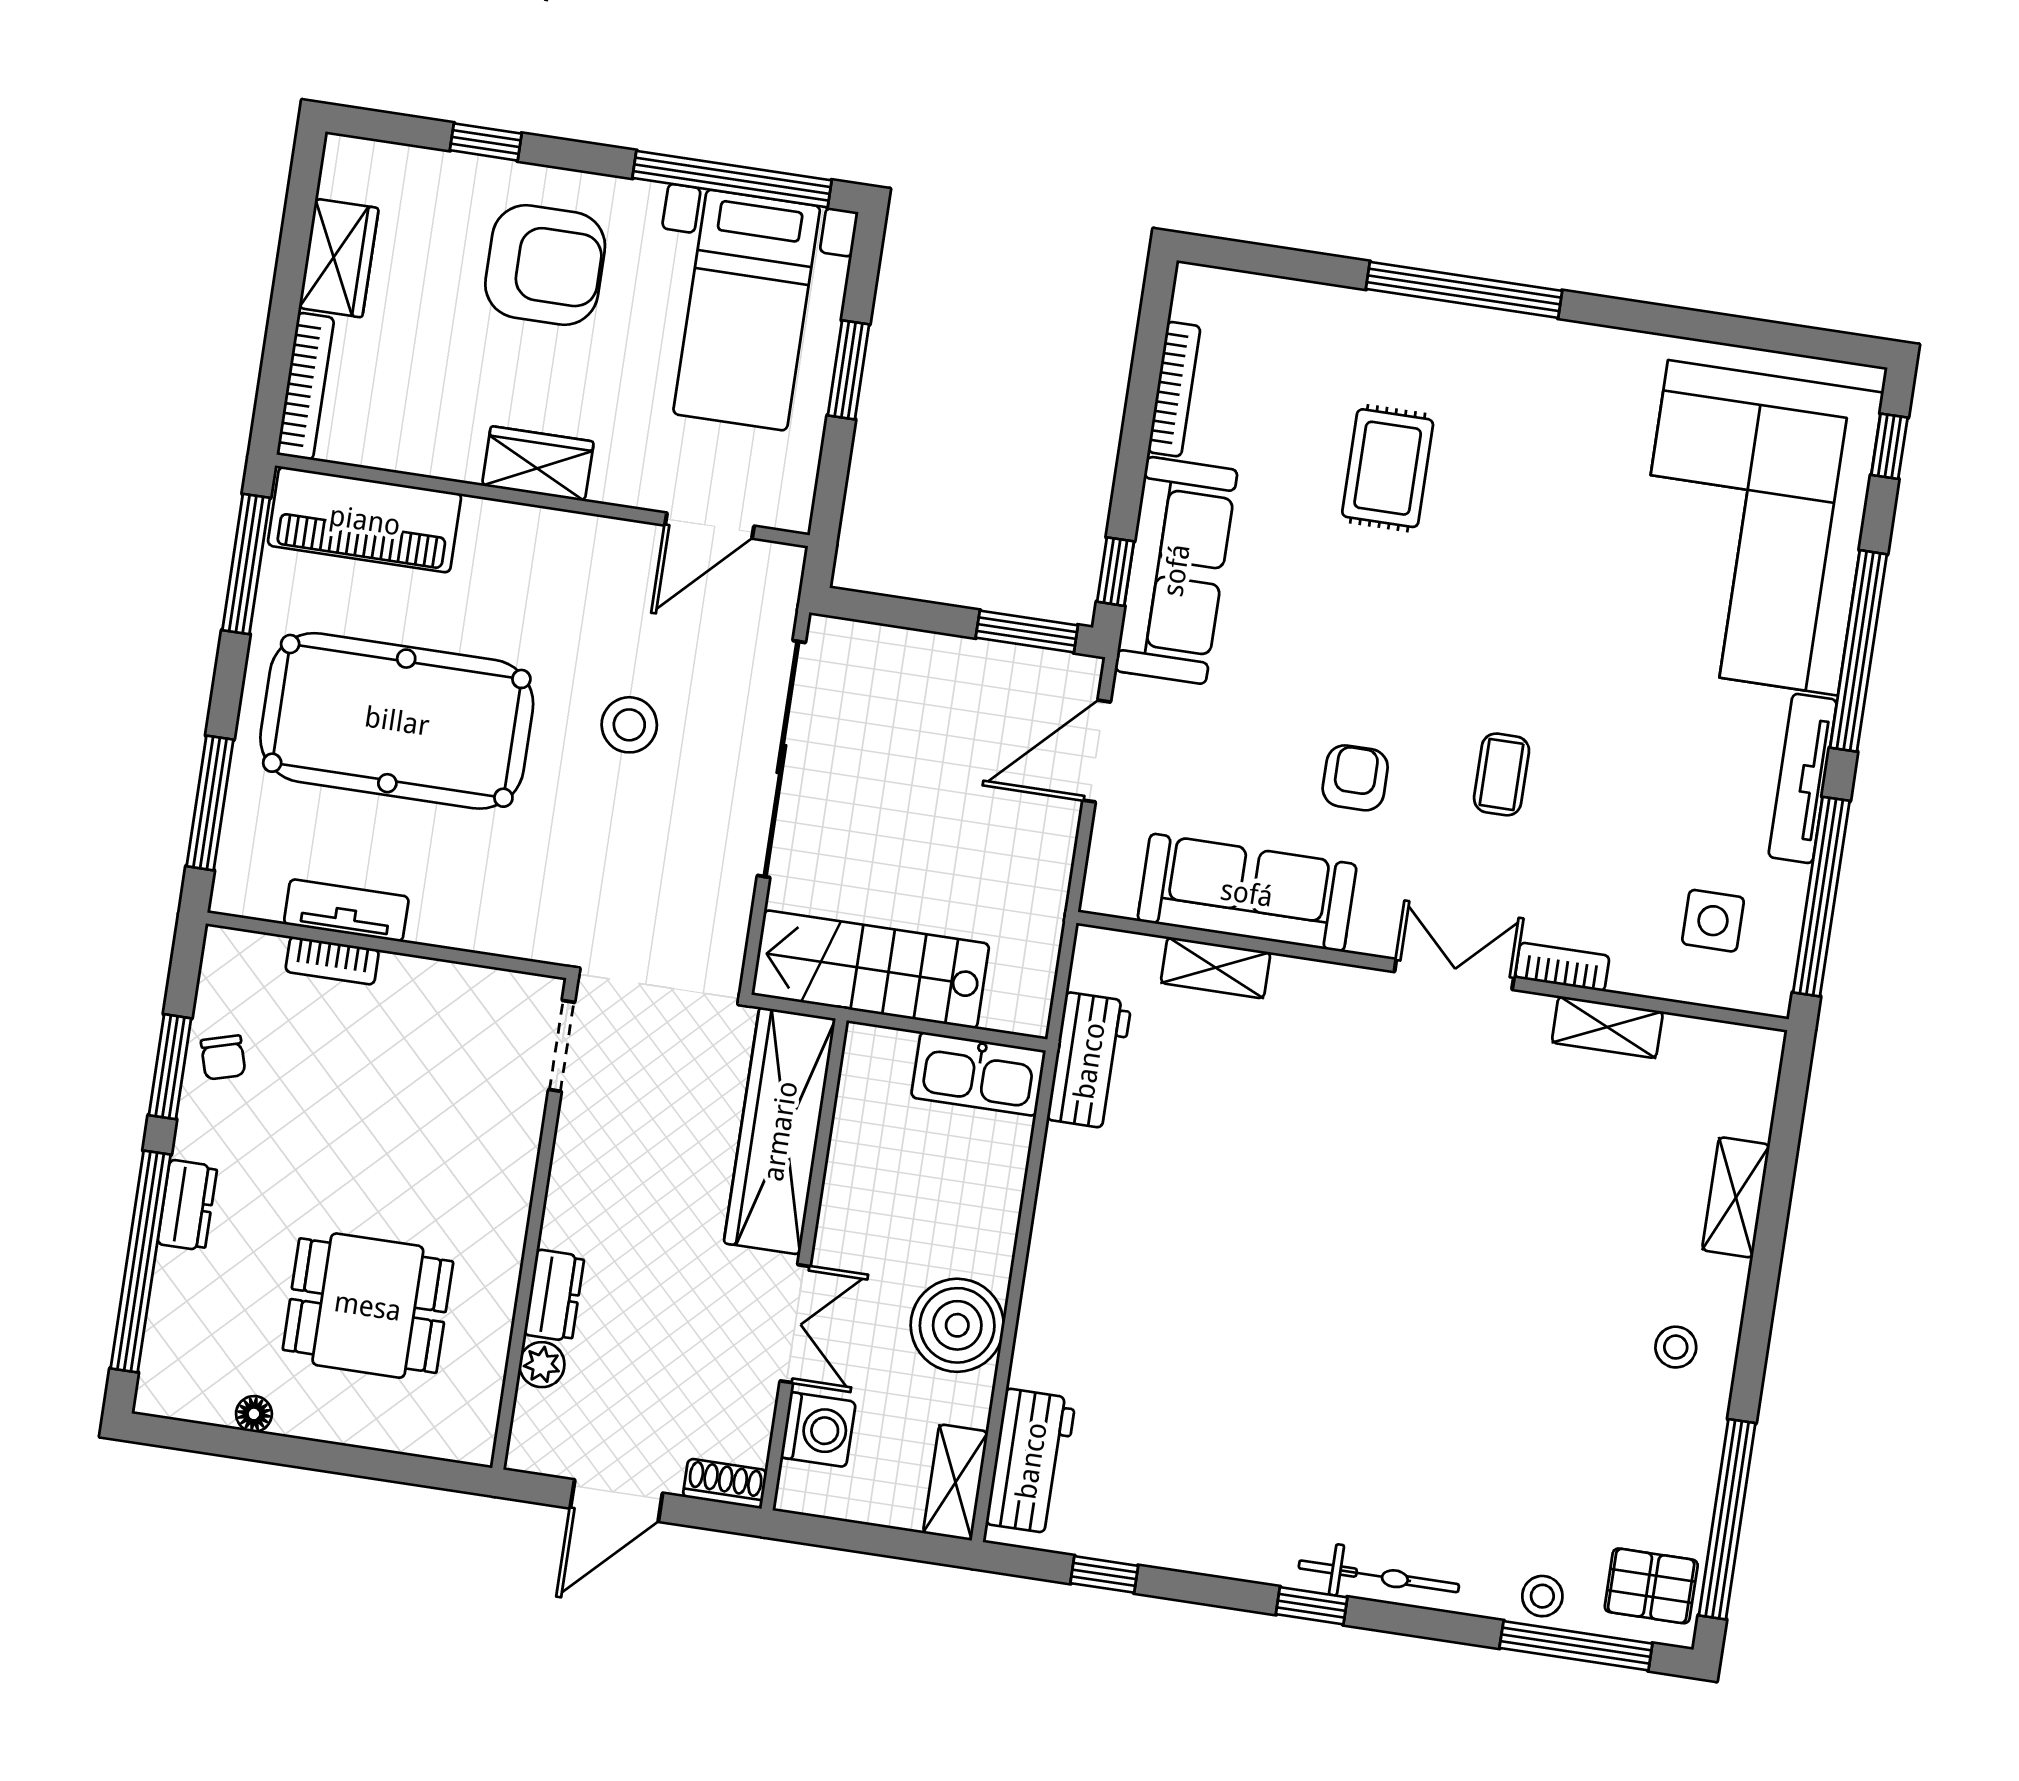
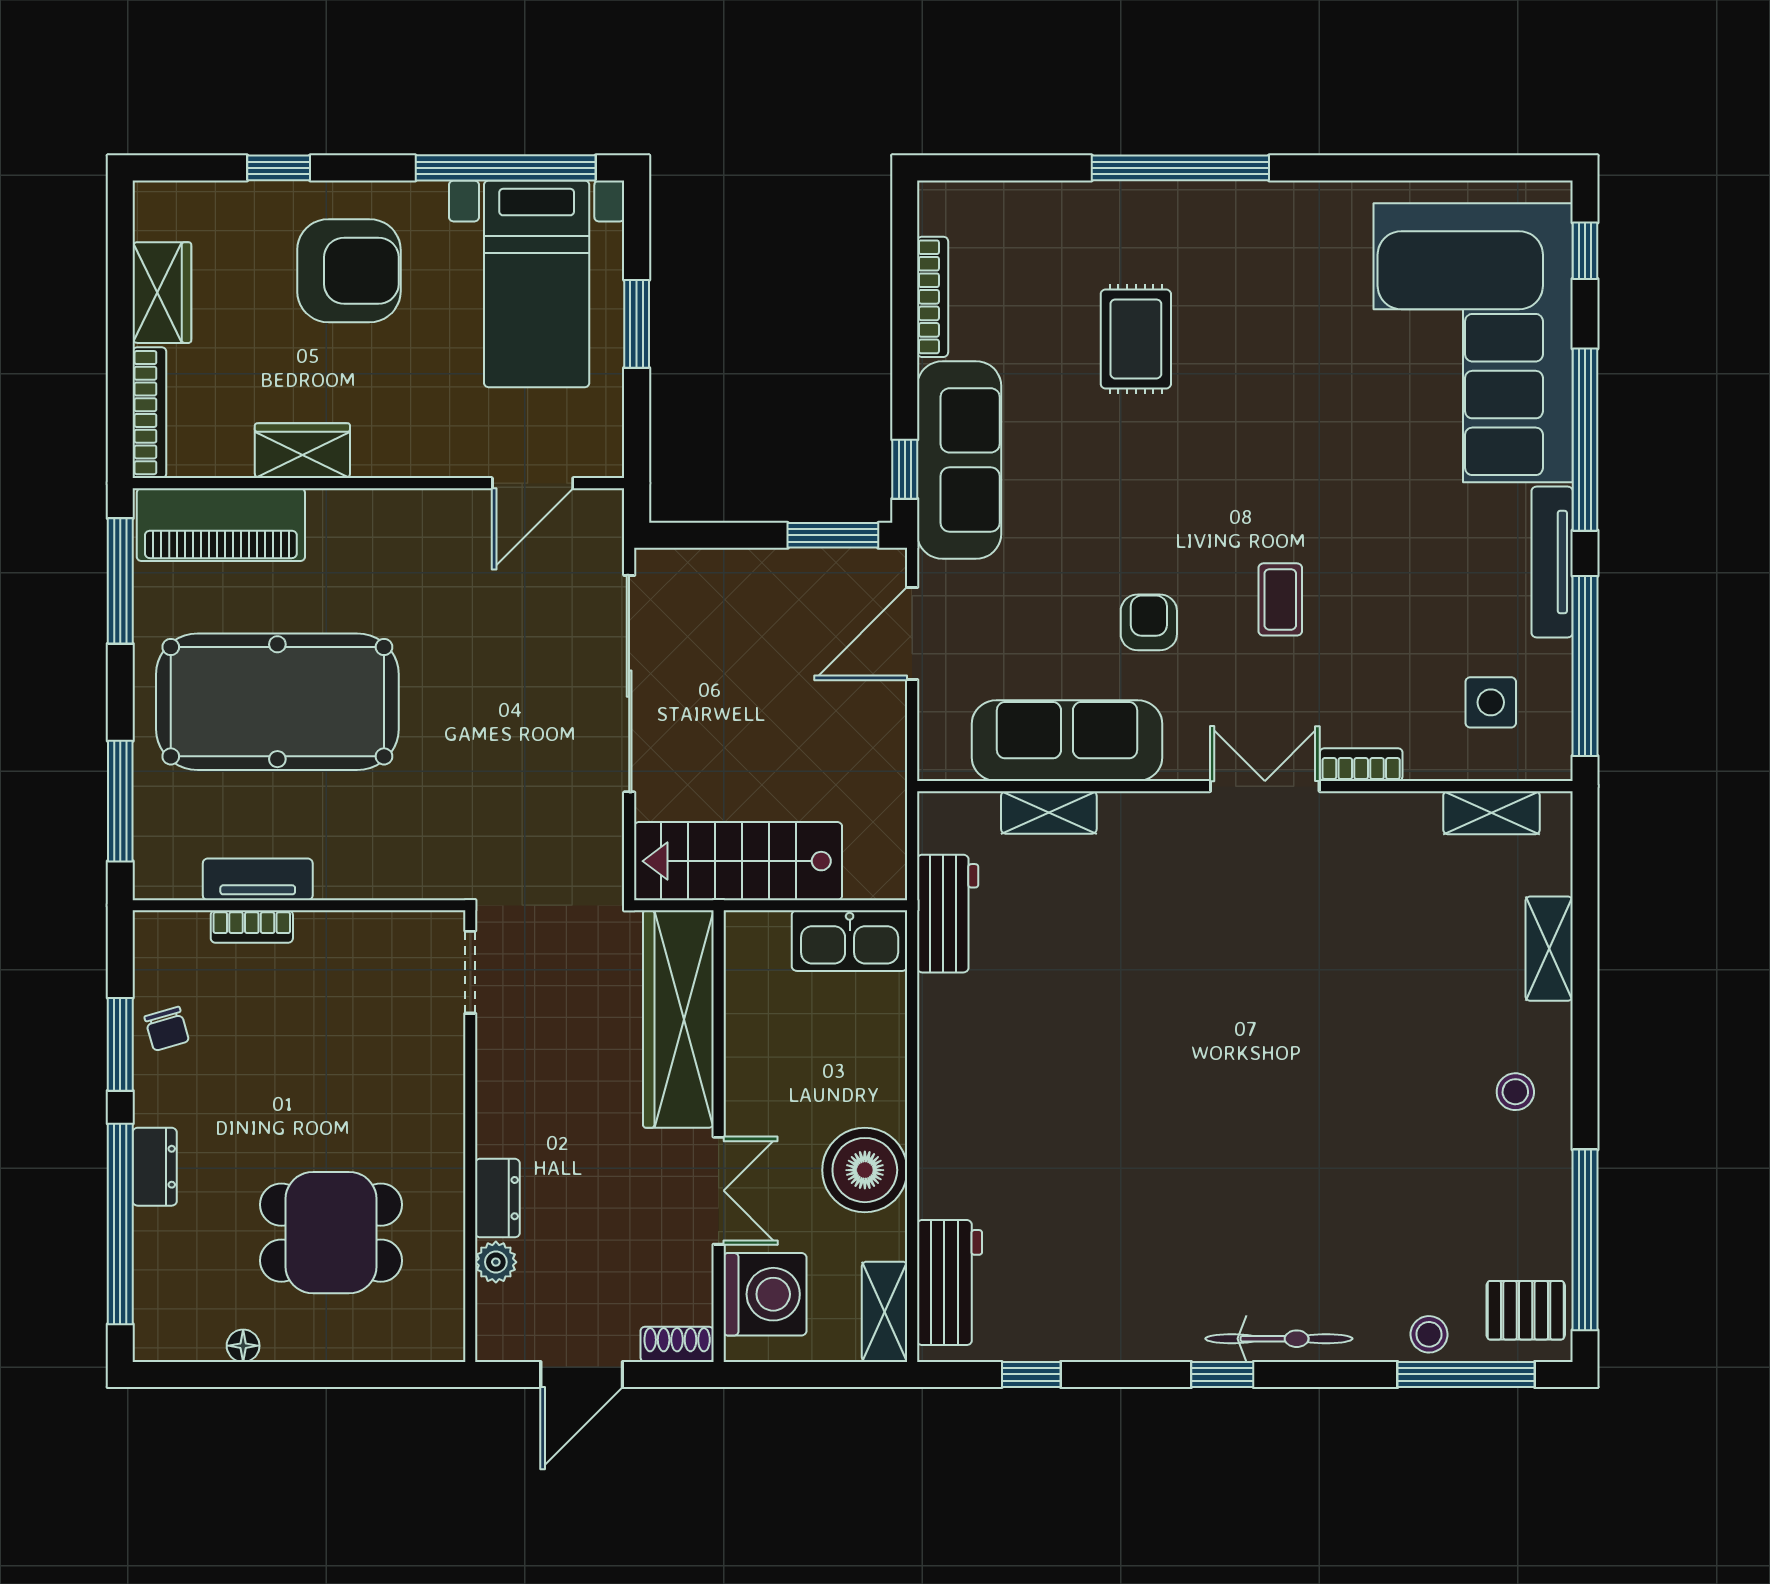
wardrobe: (538, 464) -> (302, 451), moved
stool: (629, 725) -> (487, 674), removed
shelving: (1607, 1027) -> (1492, 813), moved
washing machine: (818, 1430) -> (765, 1294), width x1.37, depth x1.37

